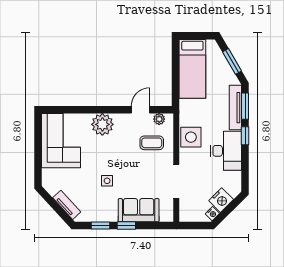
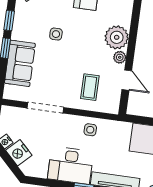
plant: (159, 119) -> (120, 57), moved
side table: (191, 137) -> (90, 130), width x0.54, depth x0.54

